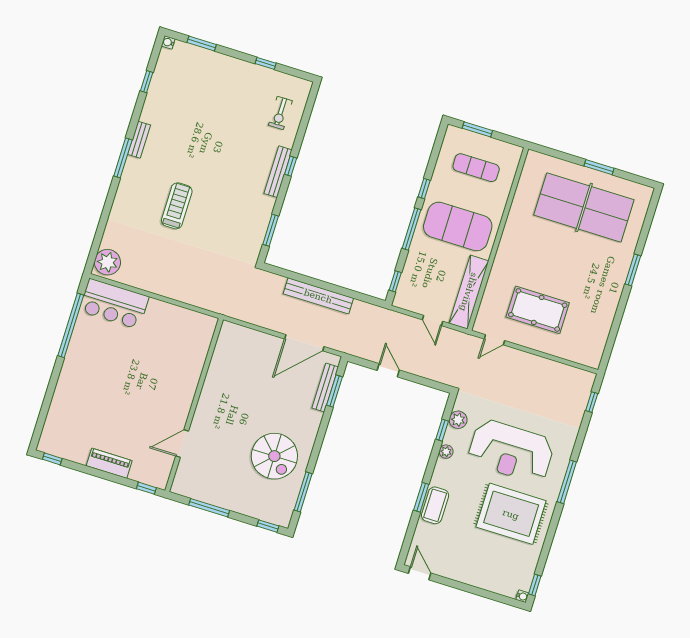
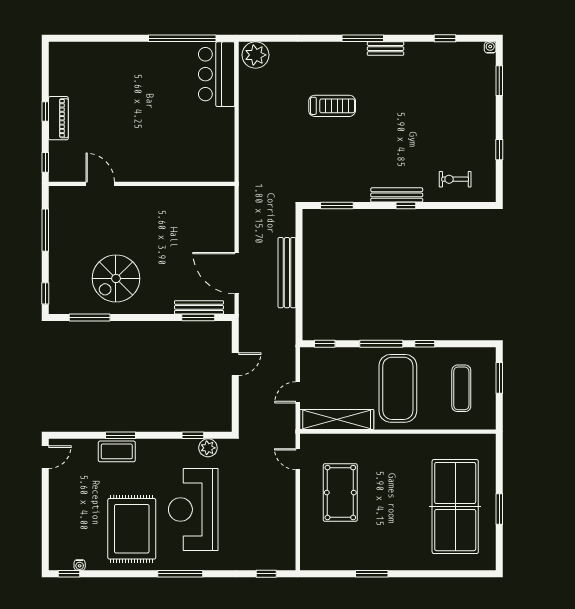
window: (633, 270) -> (372, 574), moved
plant: (446, 452) -> (173, 446), removed
window: (52, 459) -> (45, 111), moved
water cooler: (522, 596) -> (80, 565), moved

